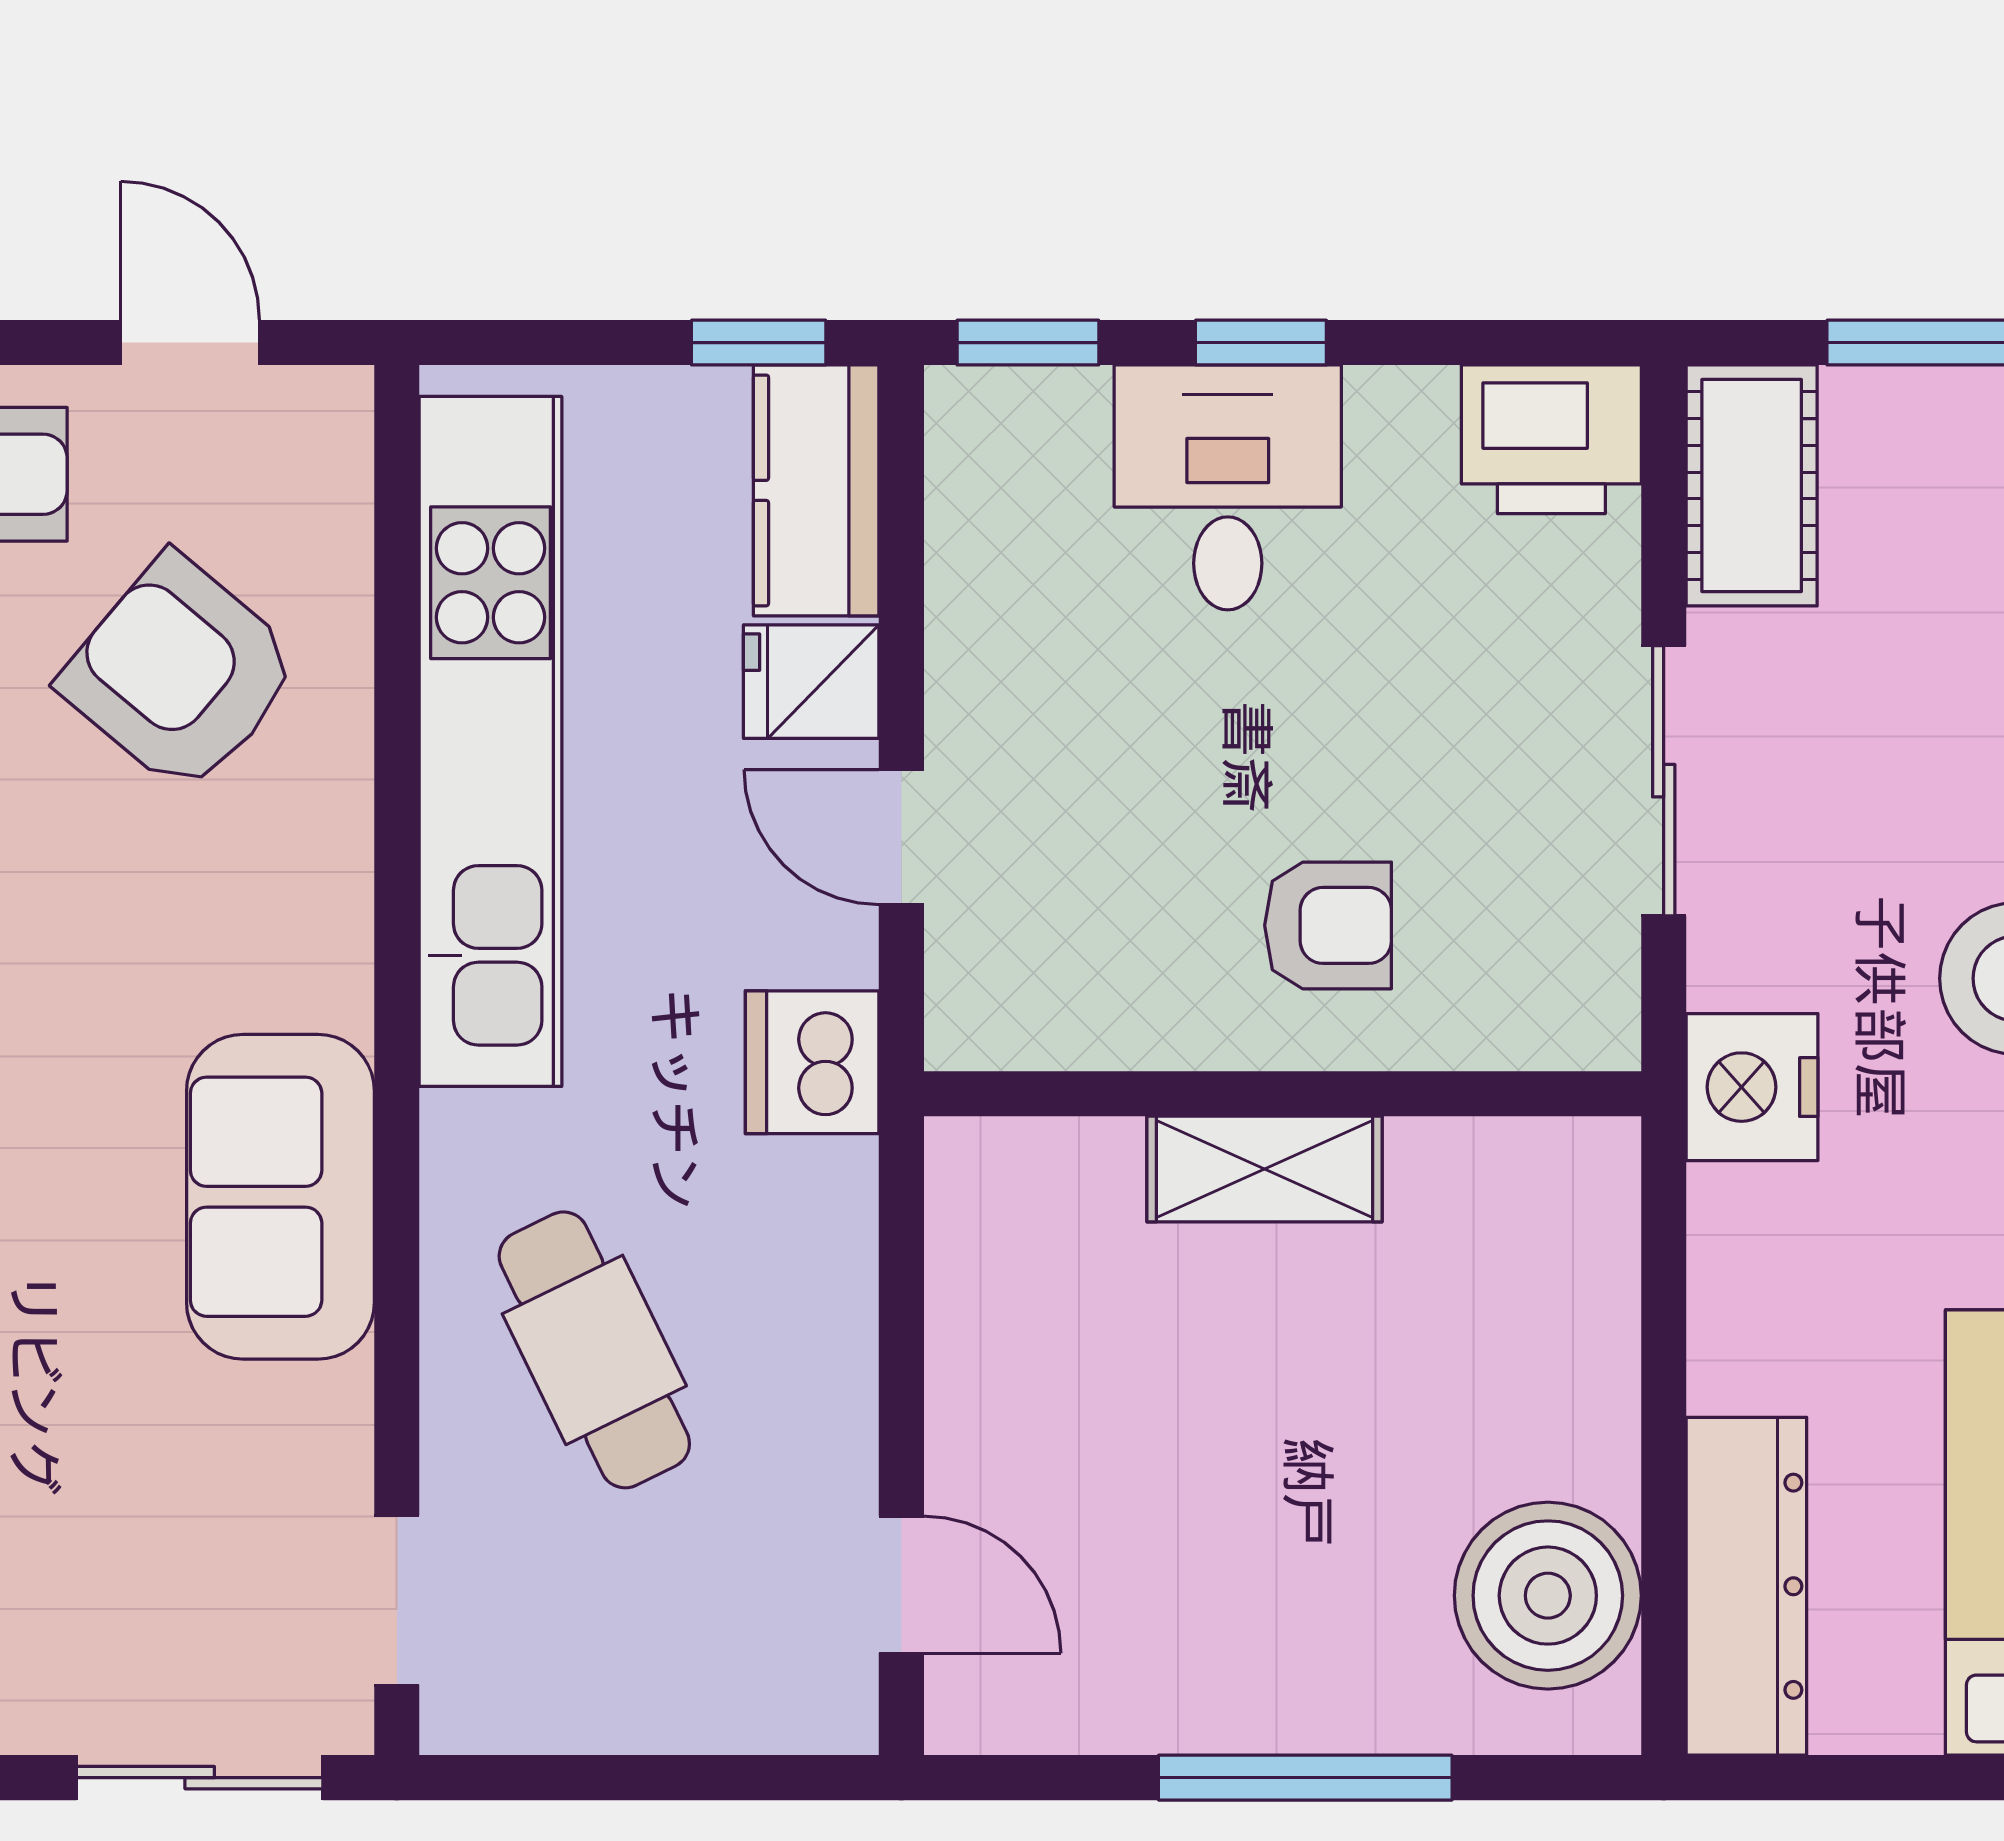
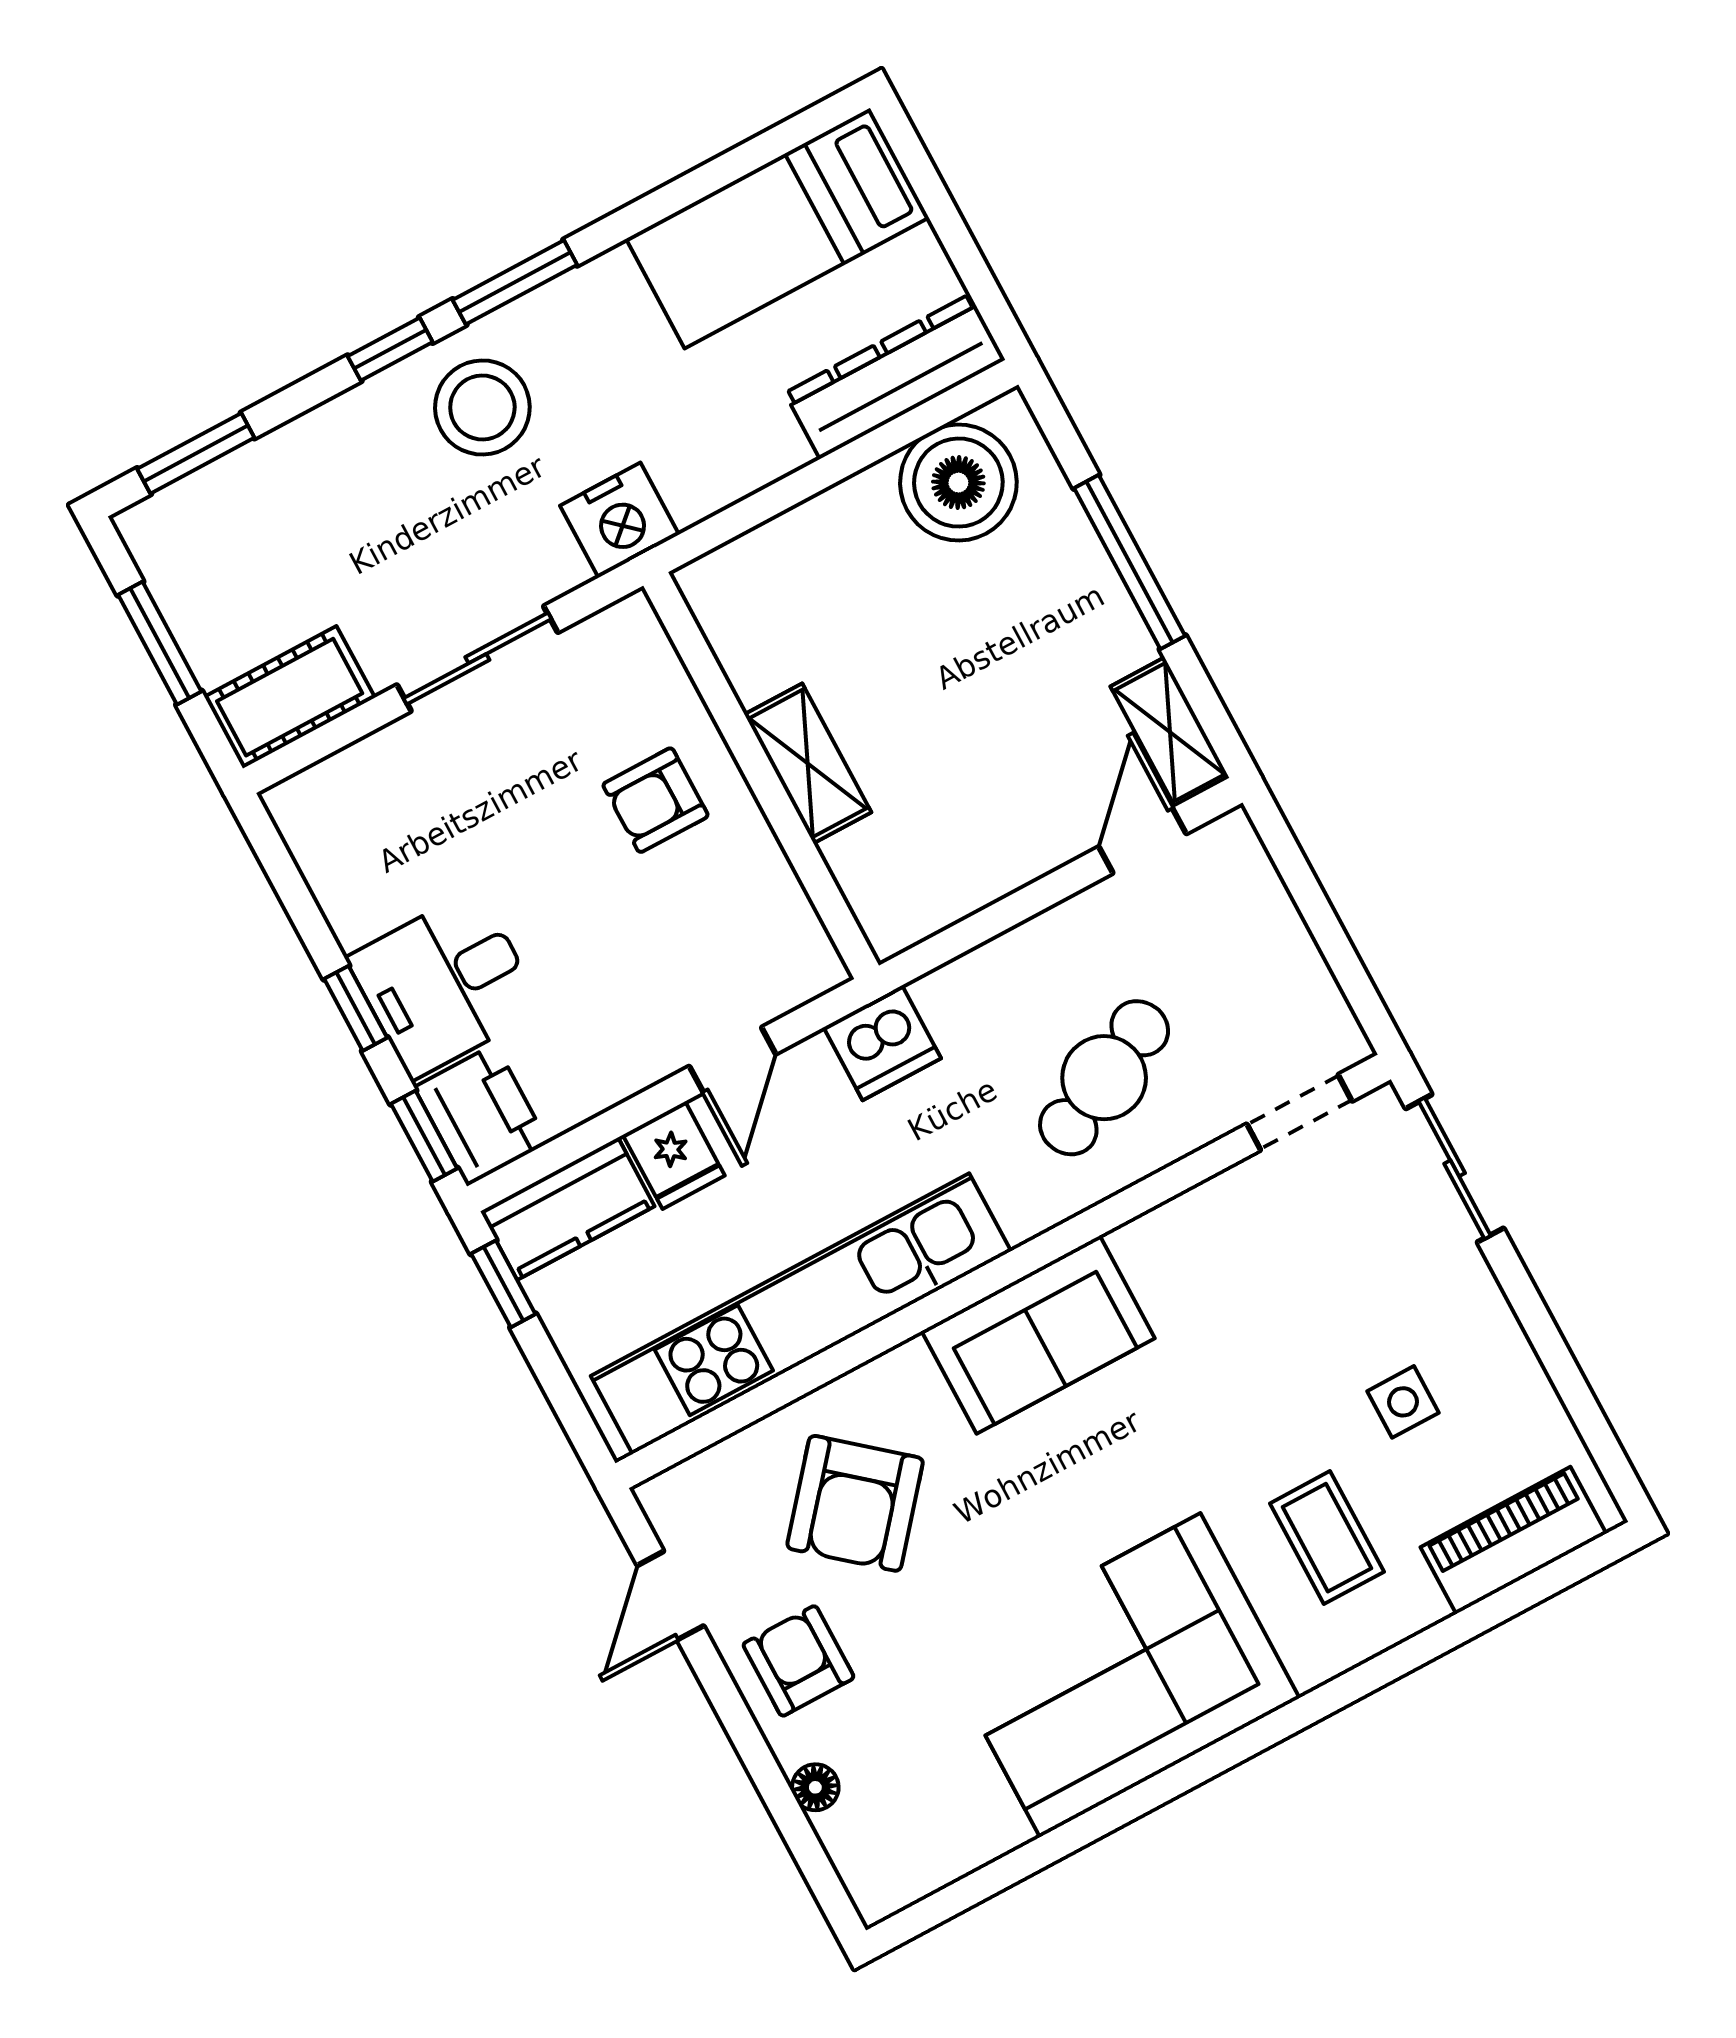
printer: (1551, 439) -> (481, 1115), moved
armchair: (1328, 925) -> (655, 800), turned -90
sofa: (280, 1197) -> (1038, 1335), moved
shelving: (1034, 1706) -> (1170, 732), added

